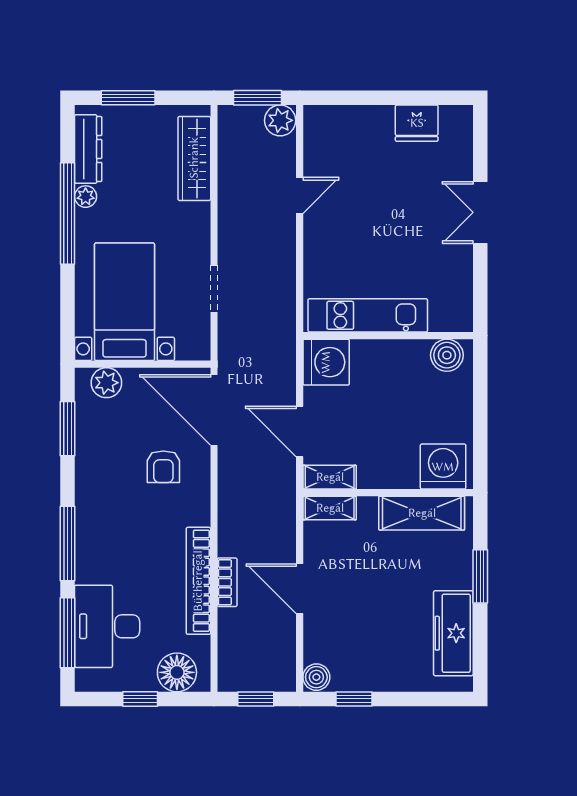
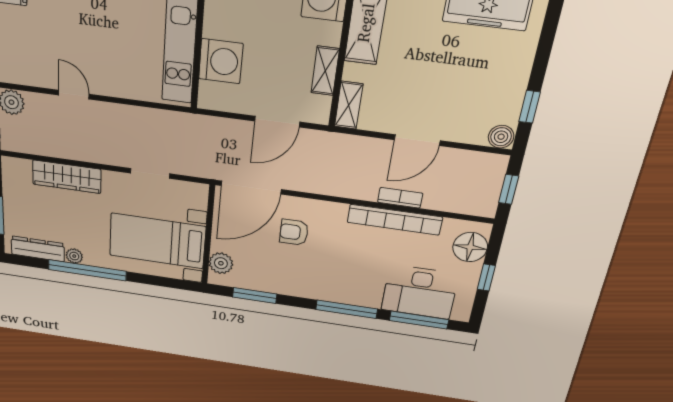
wardrobe: (194, 158) -> (67, 177), moved
washing machine: (326, 362) -> (221, 61), moved, turned 90
armchair: (163, 467) -> (294, 232), turned 180
shelving: (330, 477) -> (325, 71), moved

